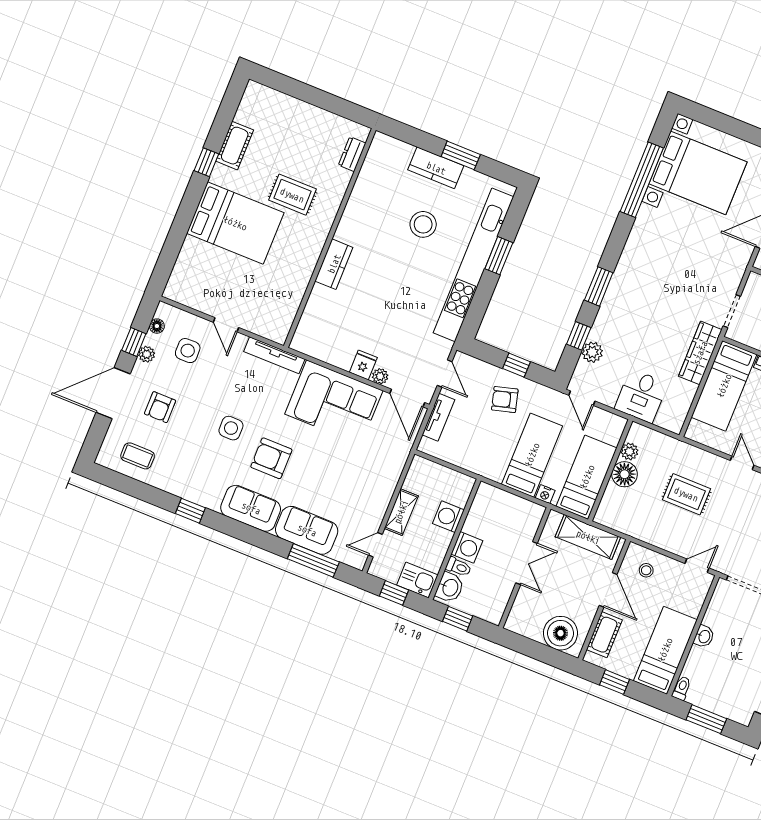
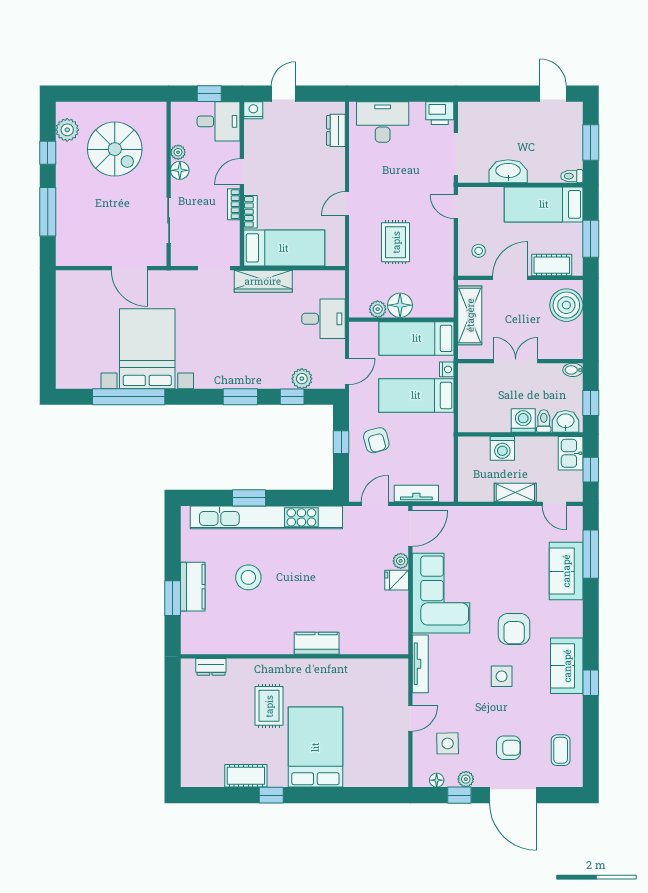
window: (461, 155) -> (173, 598), moved
bed with nightstands: (698, 173) -> (147, 349), moved
sofa: (251, 508) -> (567, 666), moved
bidet: (496, 614) -> (573, 370), added
washbasin: (704, 636) -> (508, 171), width x1.91, depth x1.45
window: (614, 682) -> (591, 239), width x1.50

